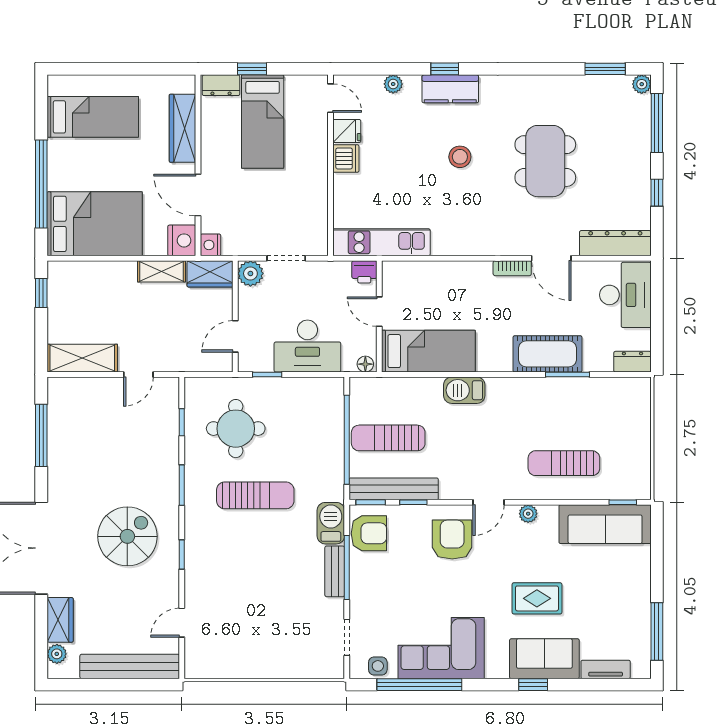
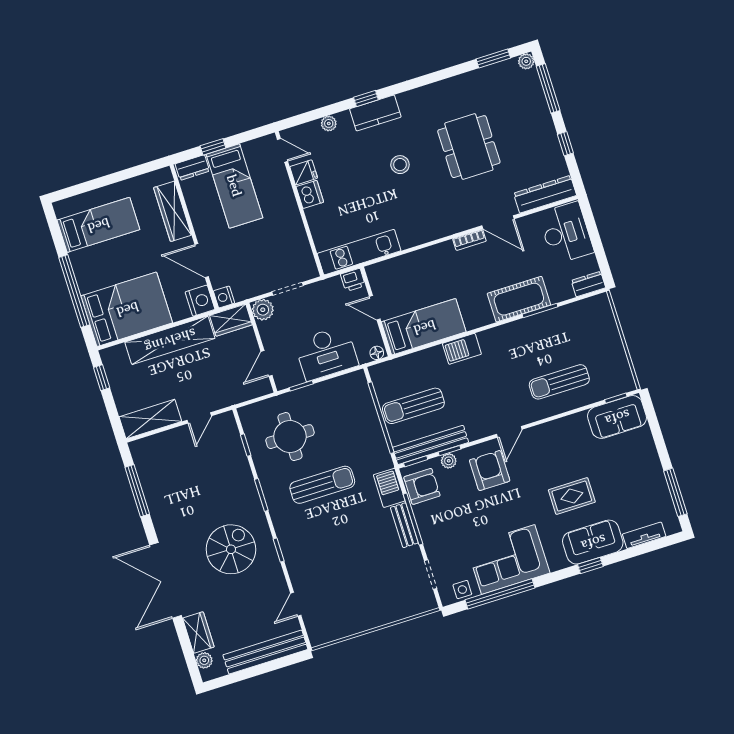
shelving: (162, 271) -> (170, 340), width x2.20, depth x1.33
plant: (528, 514) -> (449, 461), moved
sofa: (605, 524) -> (617, 417), width x0.73

